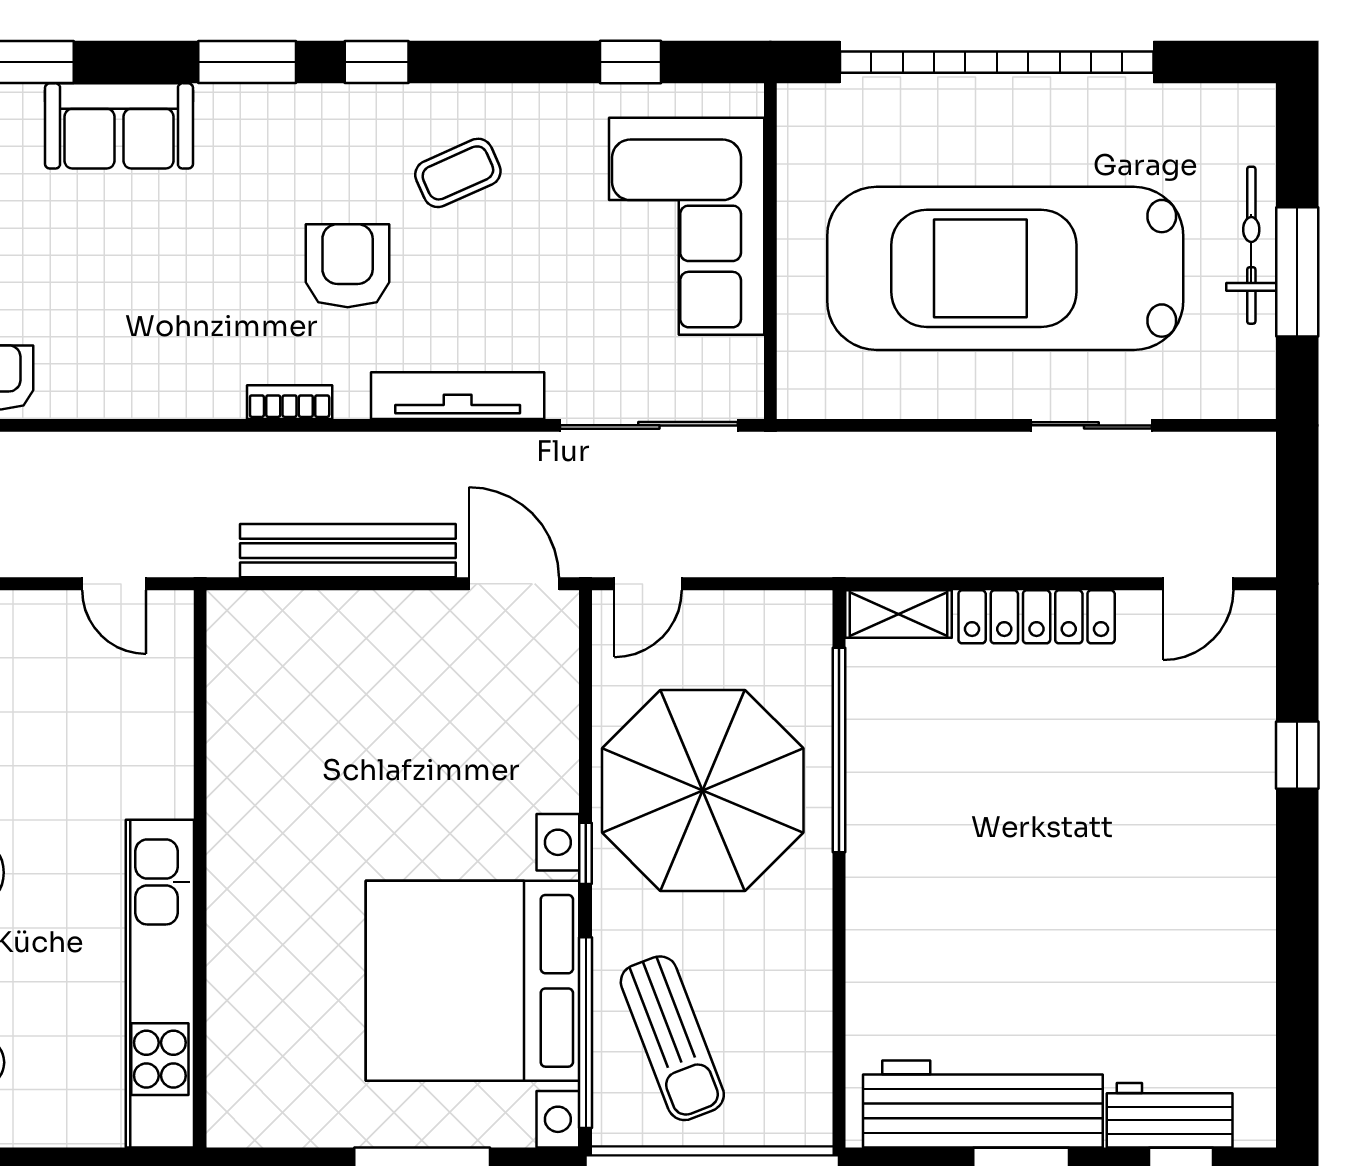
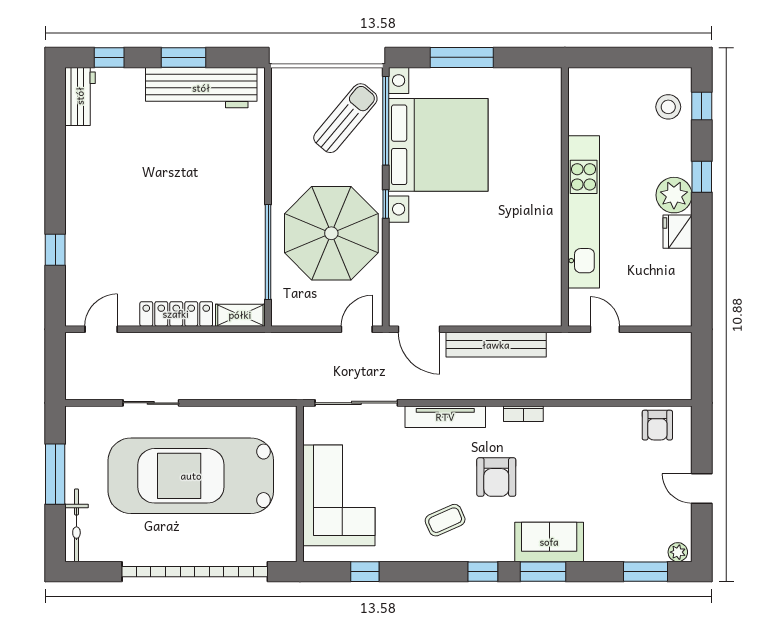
sofa: (119, 126) -> (549, 542), moved
bicycle: (1251, 245) -> (76, 525), moved
car: (1005, 268) -> (191, 476), turned 180
kitchen unit: (160, 984) -> (584, 212), moved
sun lounger: (672, 1038) -> (345, 118), turned 61
workbench: (1170, 1115) -> (80, 96), moved, turned -90

